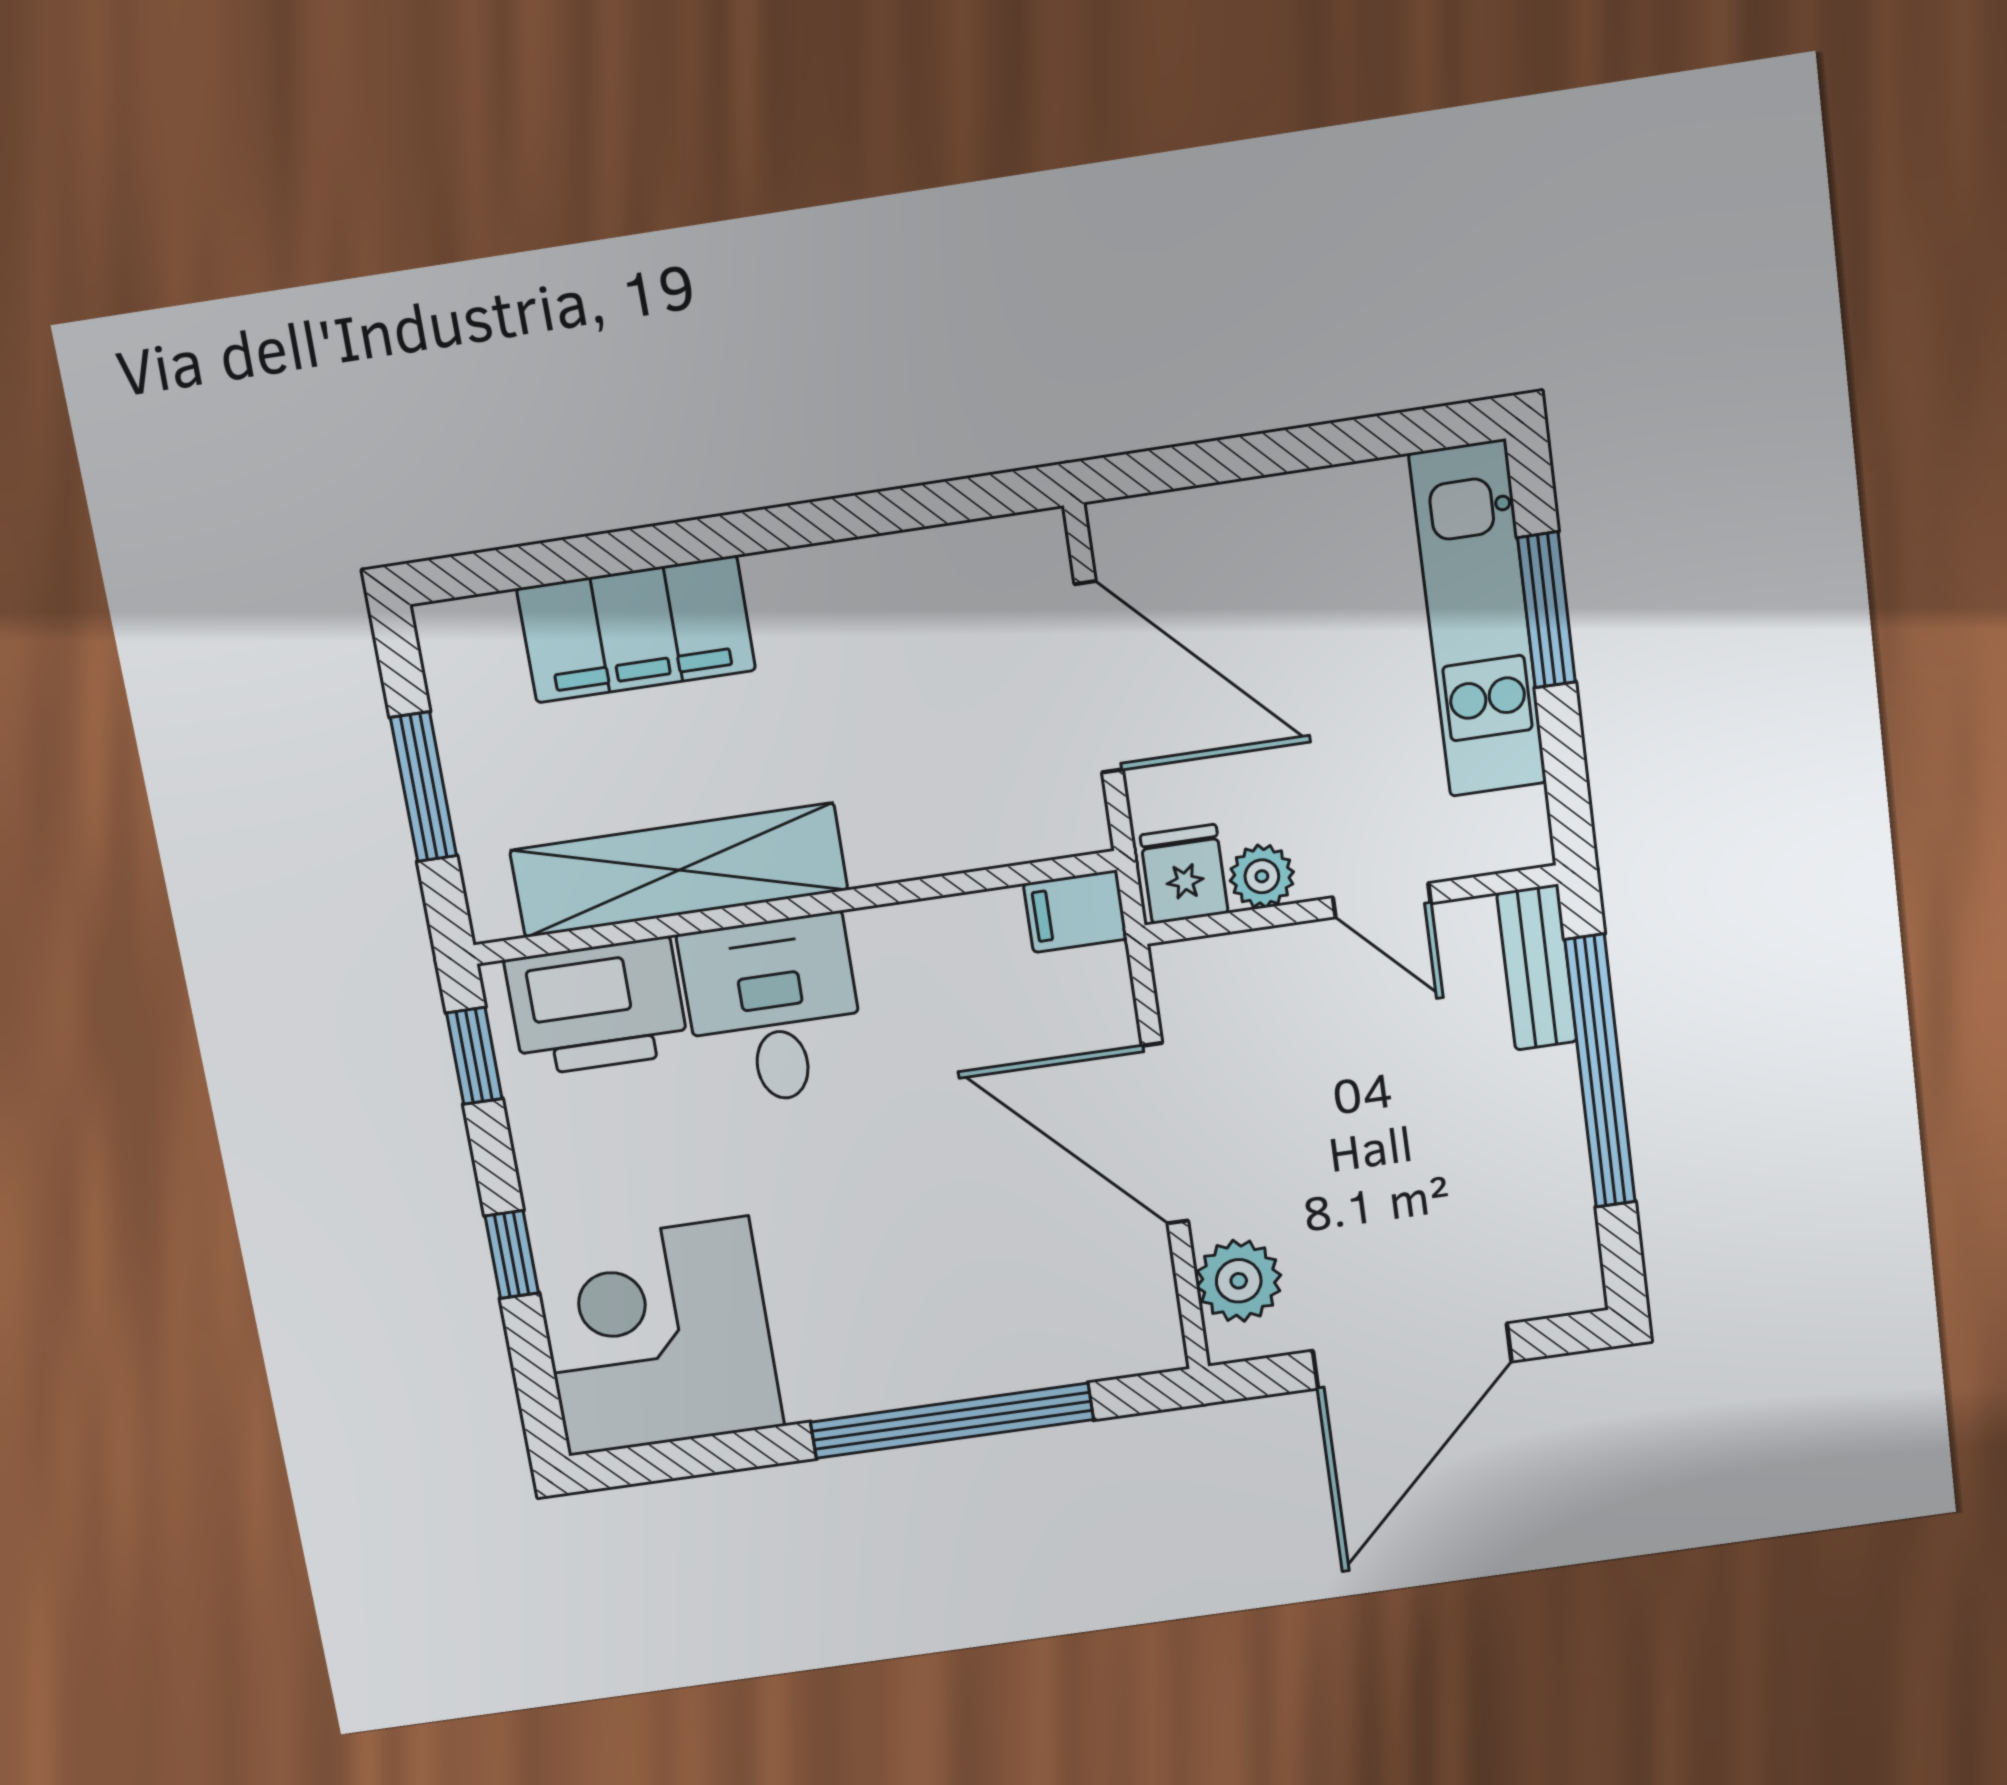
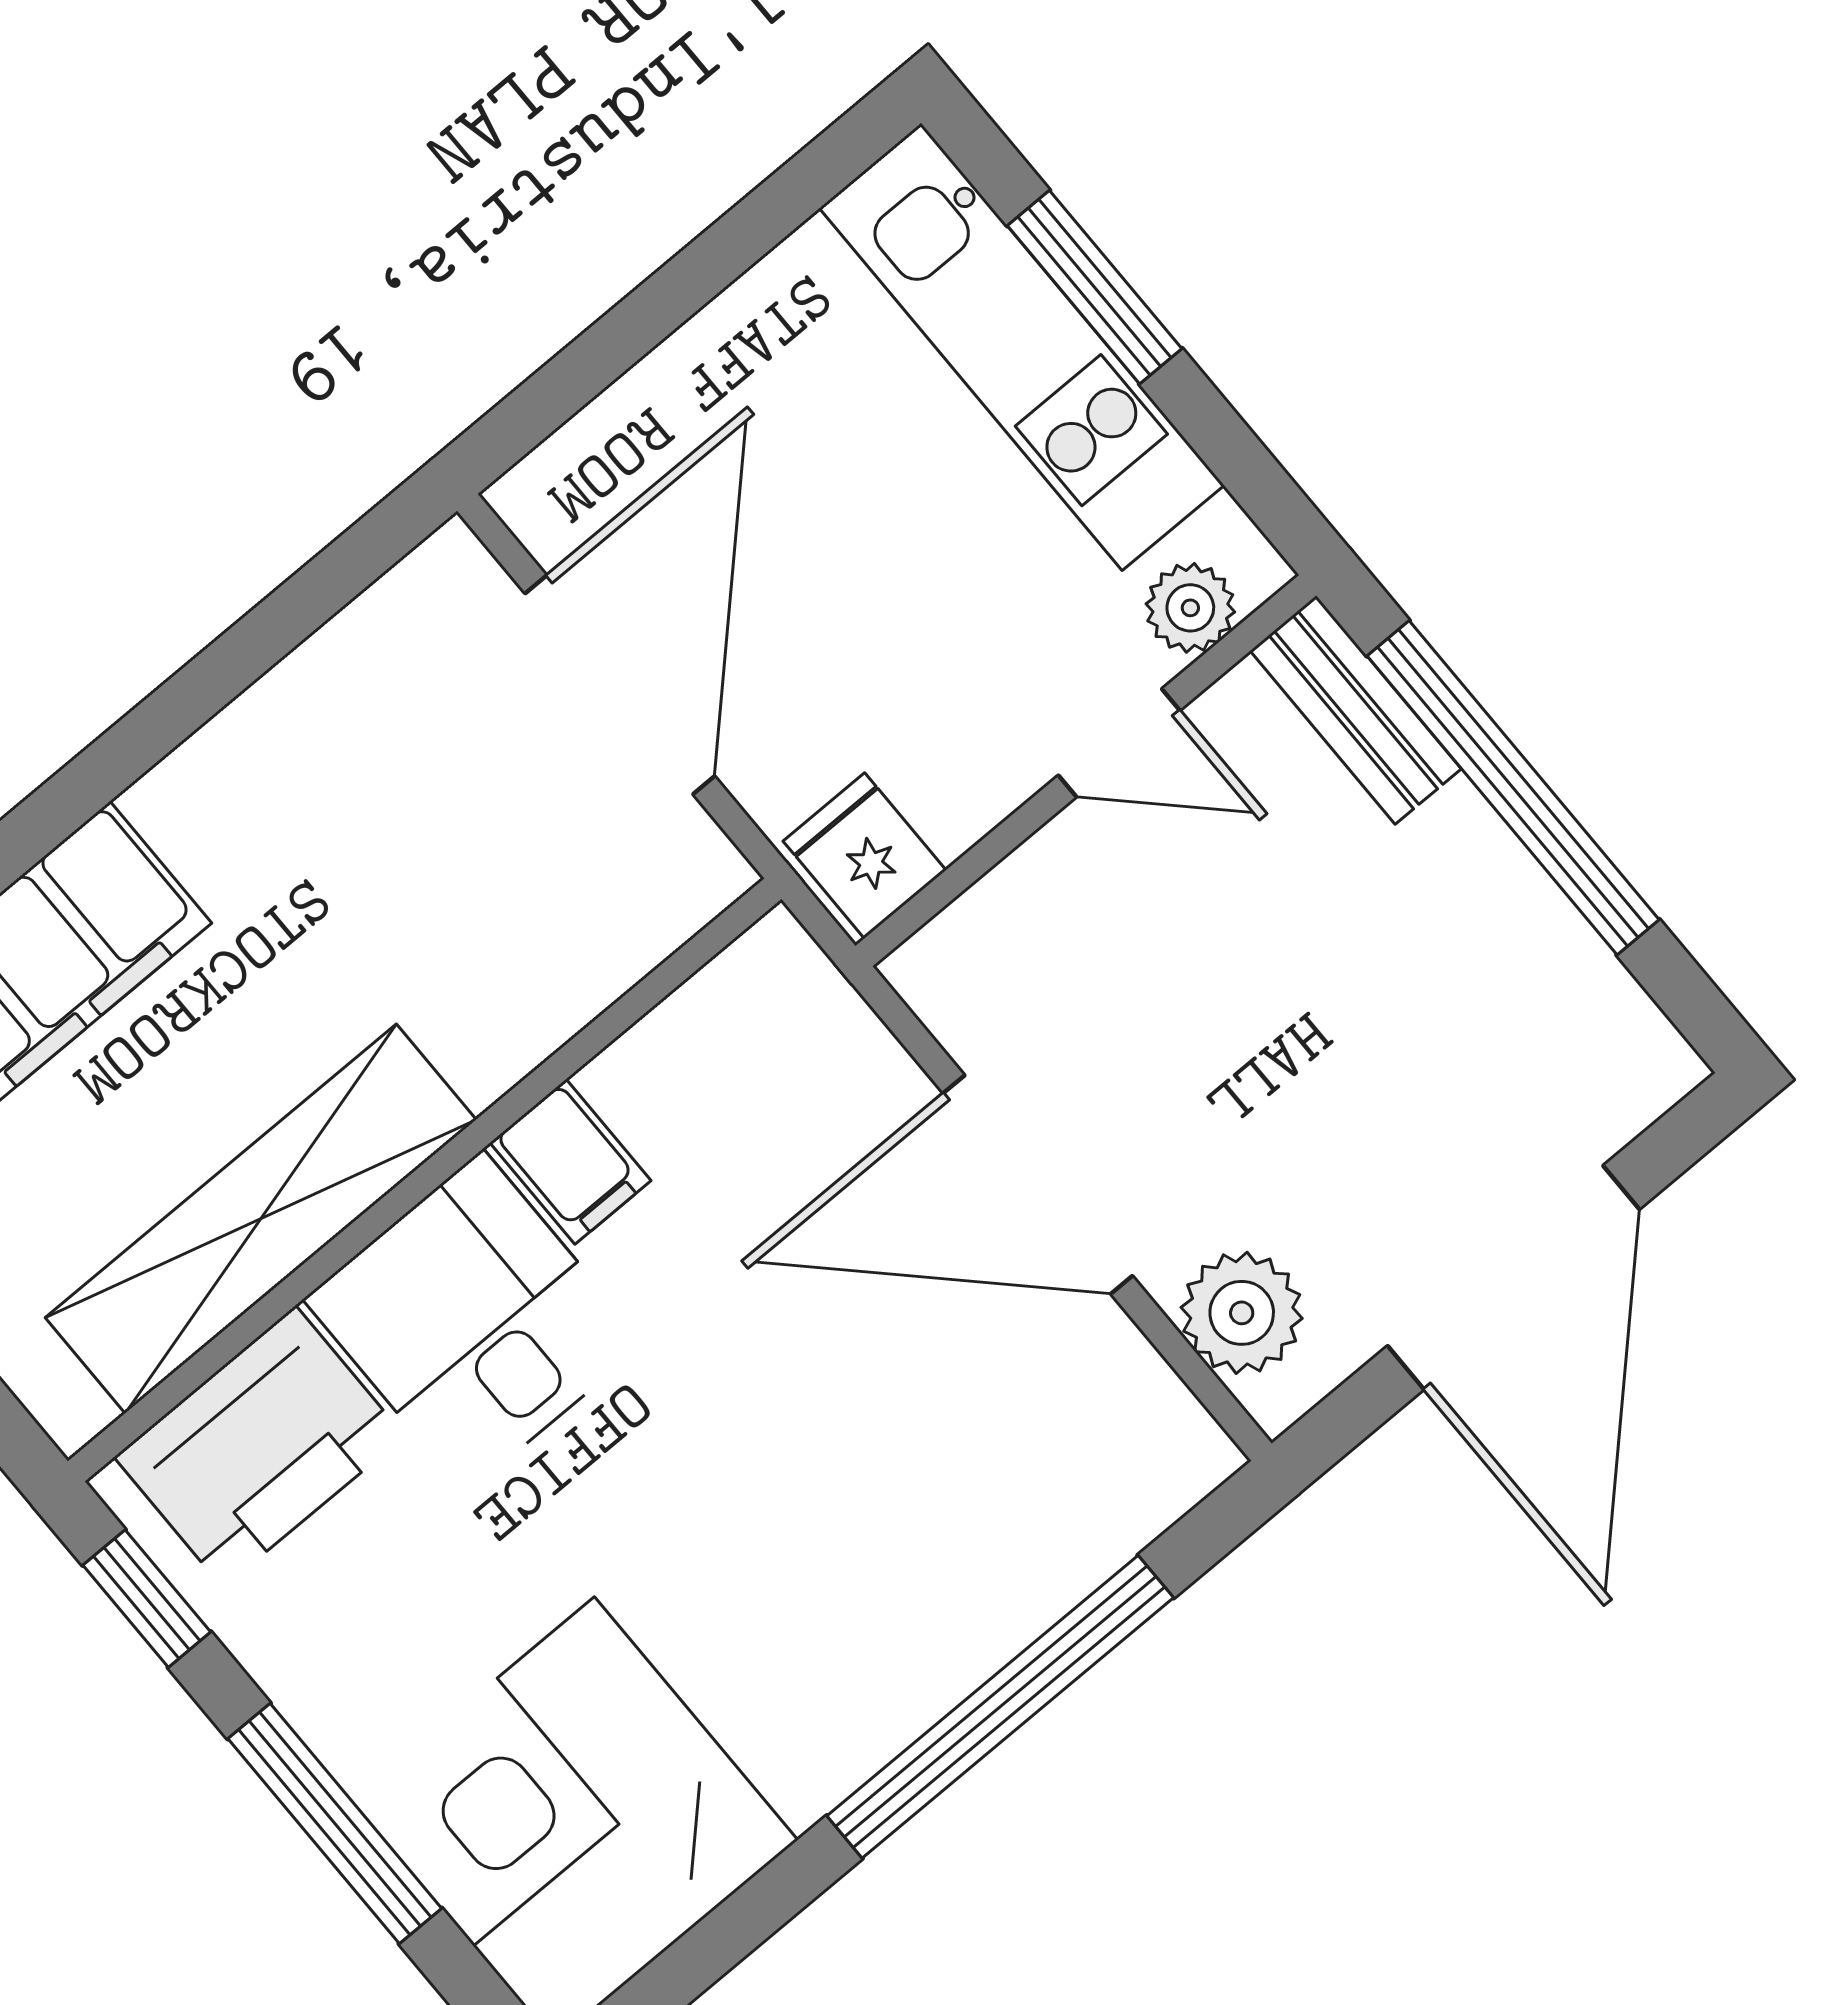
door: (1099, 677) -> (620, 685), hinge flipped
plant: (1262, 876) -> (1190, 608), moved
filing cabinet: (1075, 911) -> (571, 1162), moved, turned -90
window: (512, 1254) -> (335, 1823), width x2.17

